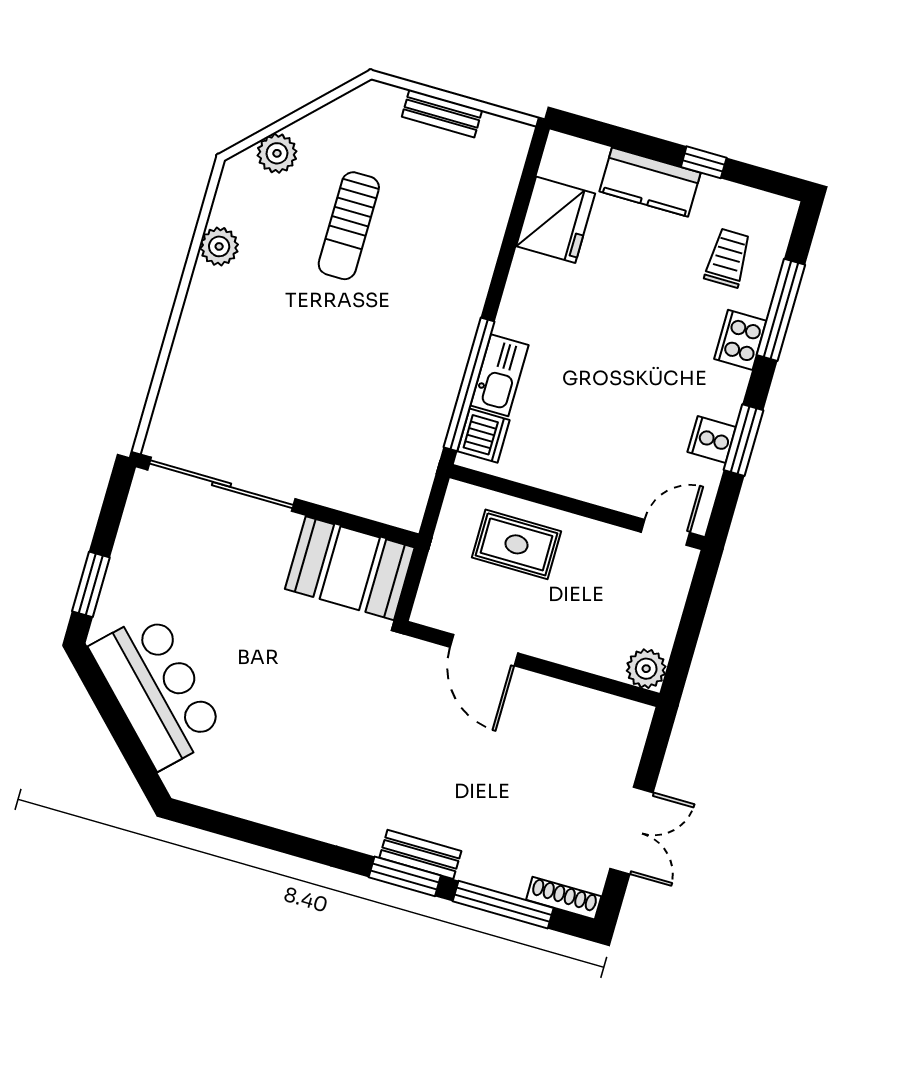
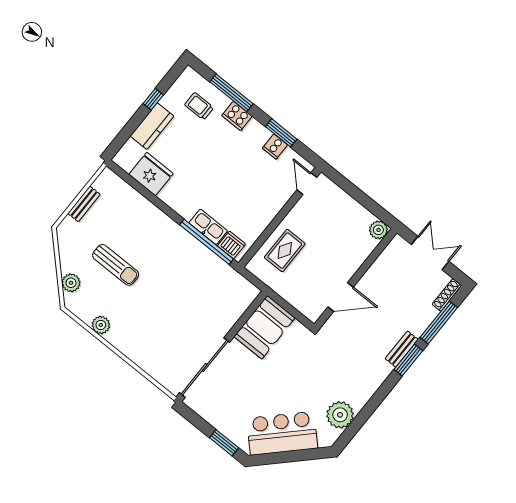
door: (484, 650) -> (341, 297), moved
wall: (532, 664) -> (356, 279), moved
plant: (646, 669) -> (378, 230), moved
plant: (241, 788) -> (340, 415), added

